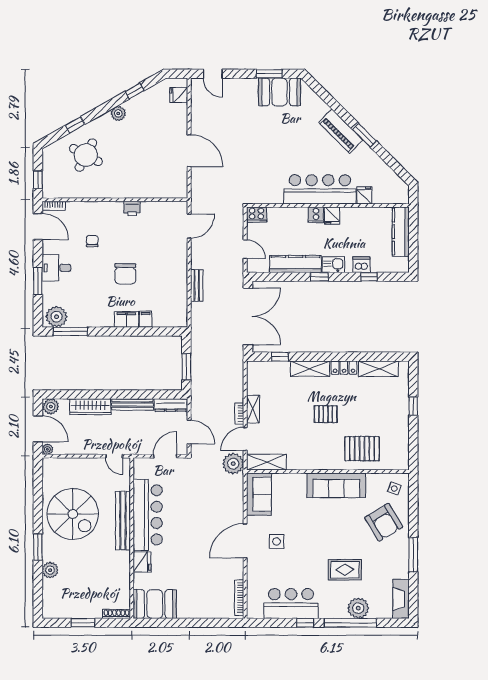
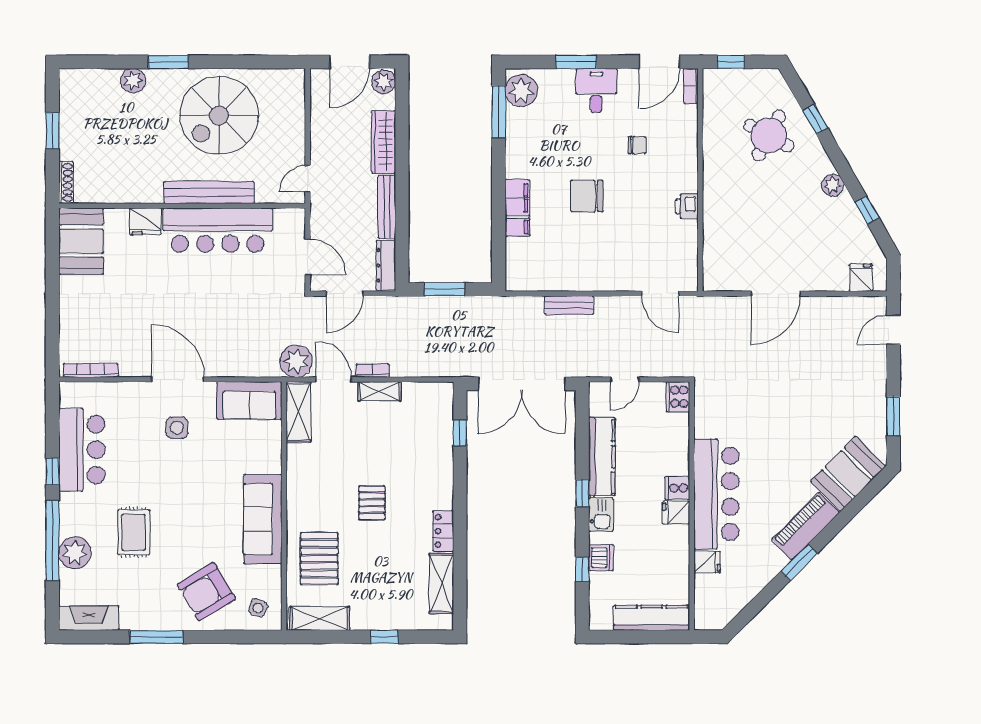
booth: (280, 92) -> (848, 474), moved, turned 45
shelving: (310, 369) -> (320, 619), moved, turned 90
plant: (47, 449) -> (318, 77), removed

